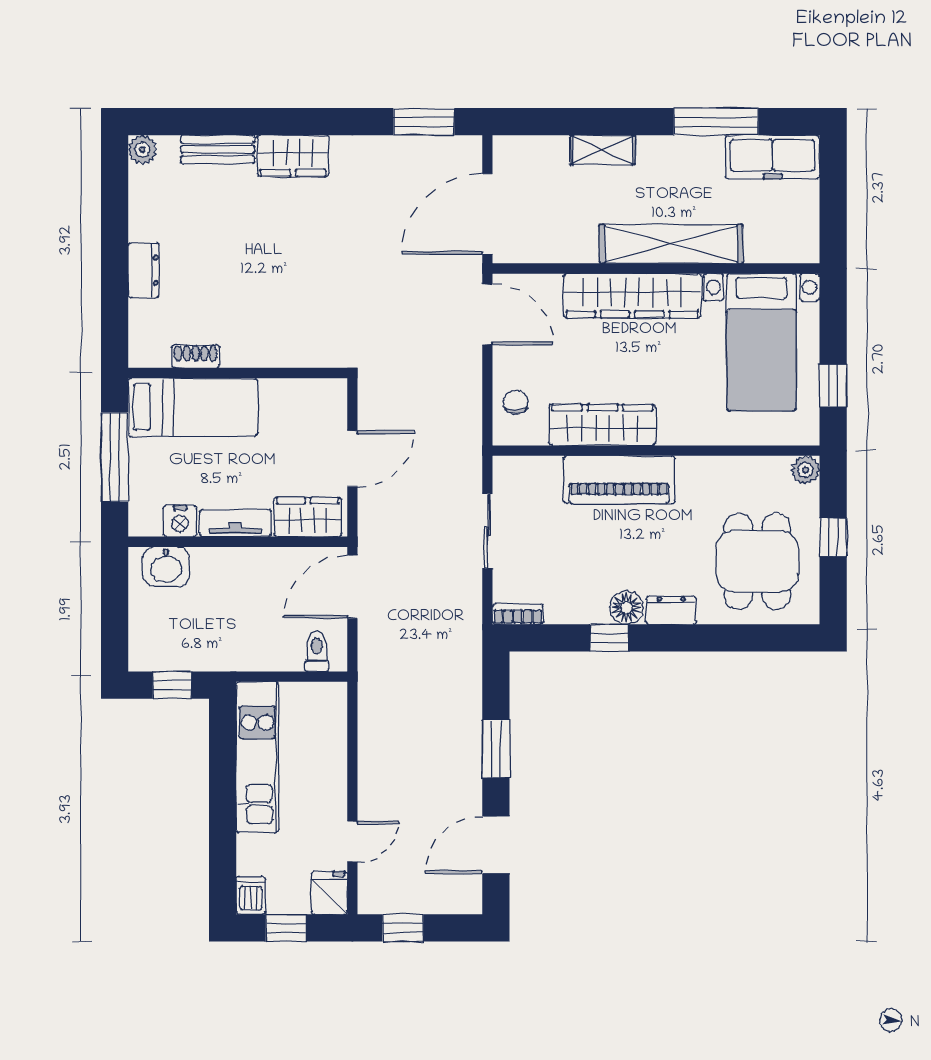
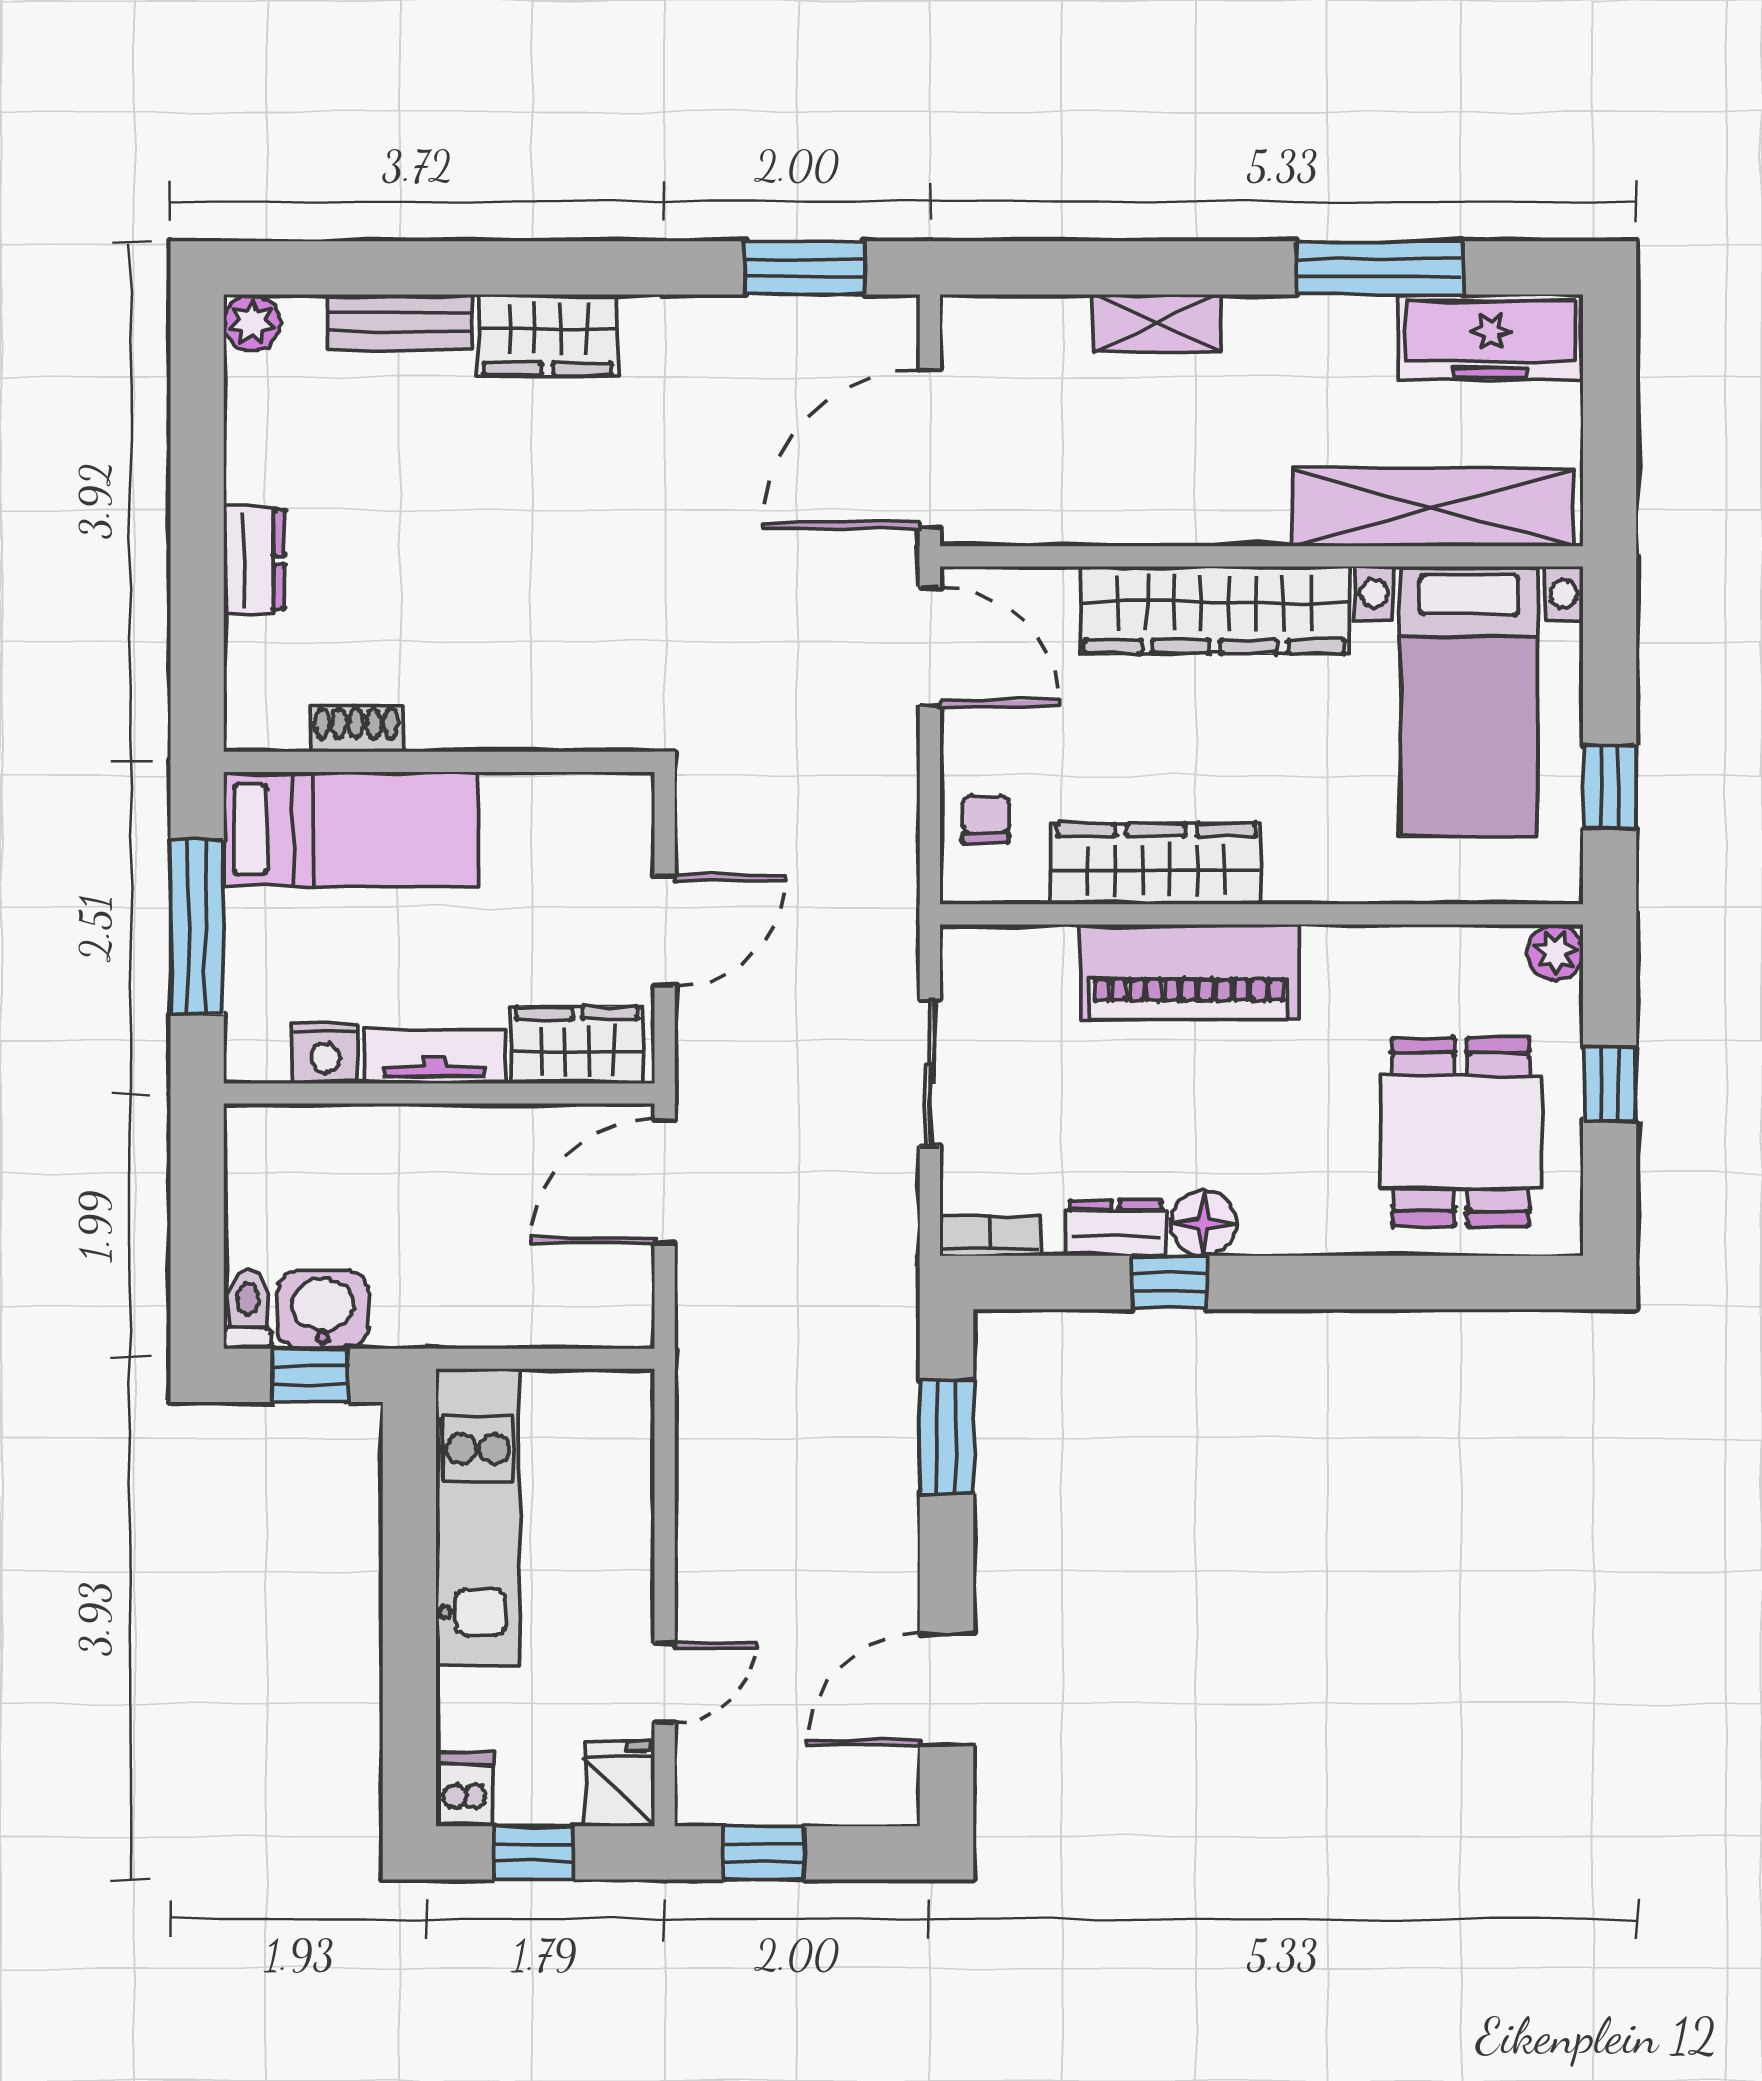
shelving: (671, 244) -> (1433, 508), moved
washbasin: (166, 567) -> (323, 1310), moved, turned 180
dresser: (671, 610) -> (1116, 1228), moved
toilet: (317, 652) -> (248, 1310), moved
window: (496, 749) -> (947, 1437), moved

